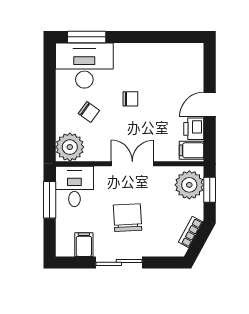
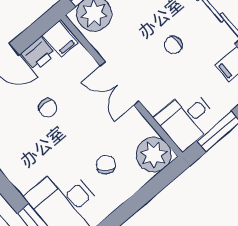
chair: (130, 99) -> (48, 108), moved, turned 180
chair: (128, 218) -> (173, 45), width x0.54, depth x0.54

